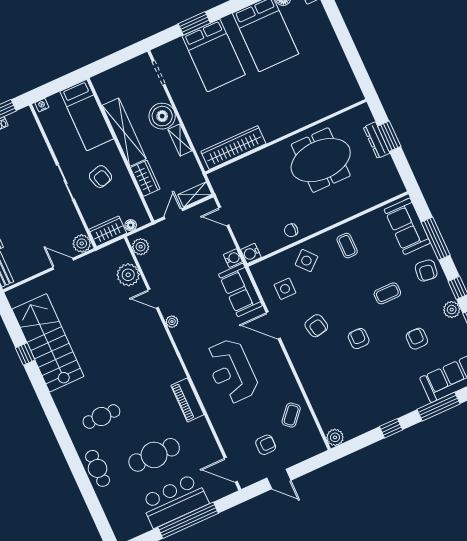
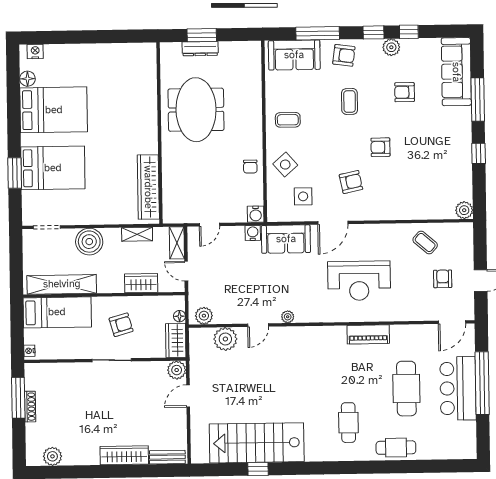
shelving: (124, 132) -> (62, 284), moved
shelving: (180, 140) -> (137, 234), moved

